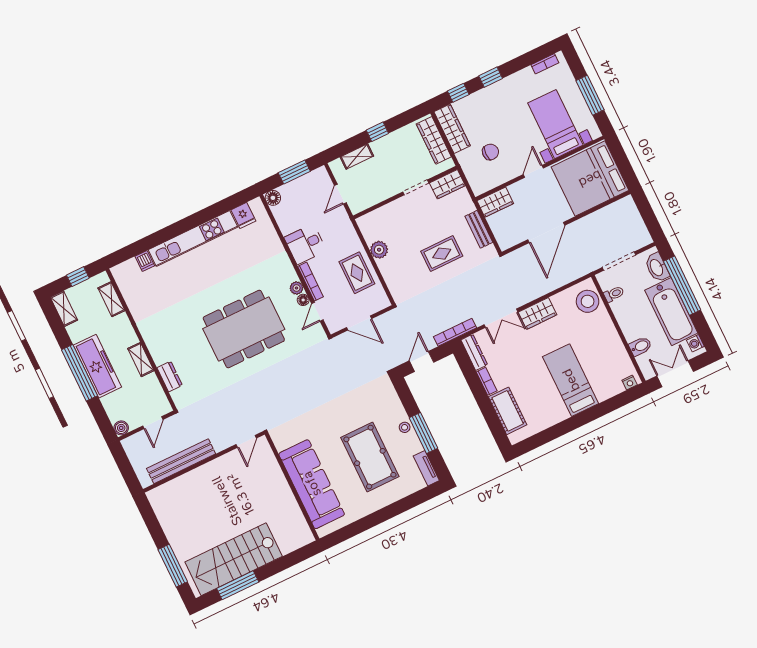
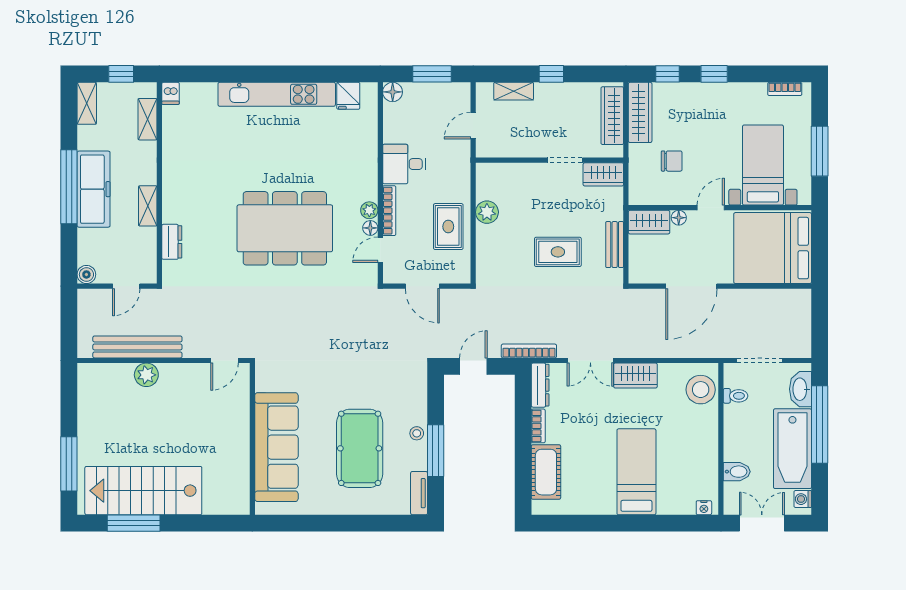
floor lamp: (514, 189) -> (679, 218), added
dishwasher: (145, 261) -> (171, 93), moved
plant: (197, 478) -> (146, 375), added

